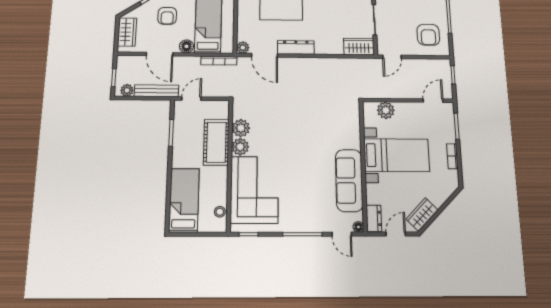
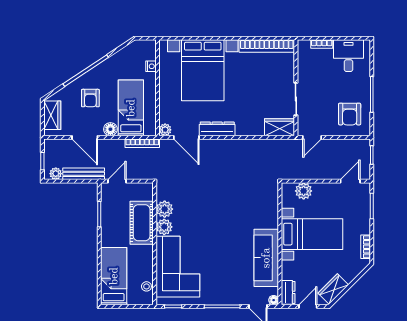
bookcase: (452, 156) -> (366, 247), moved

